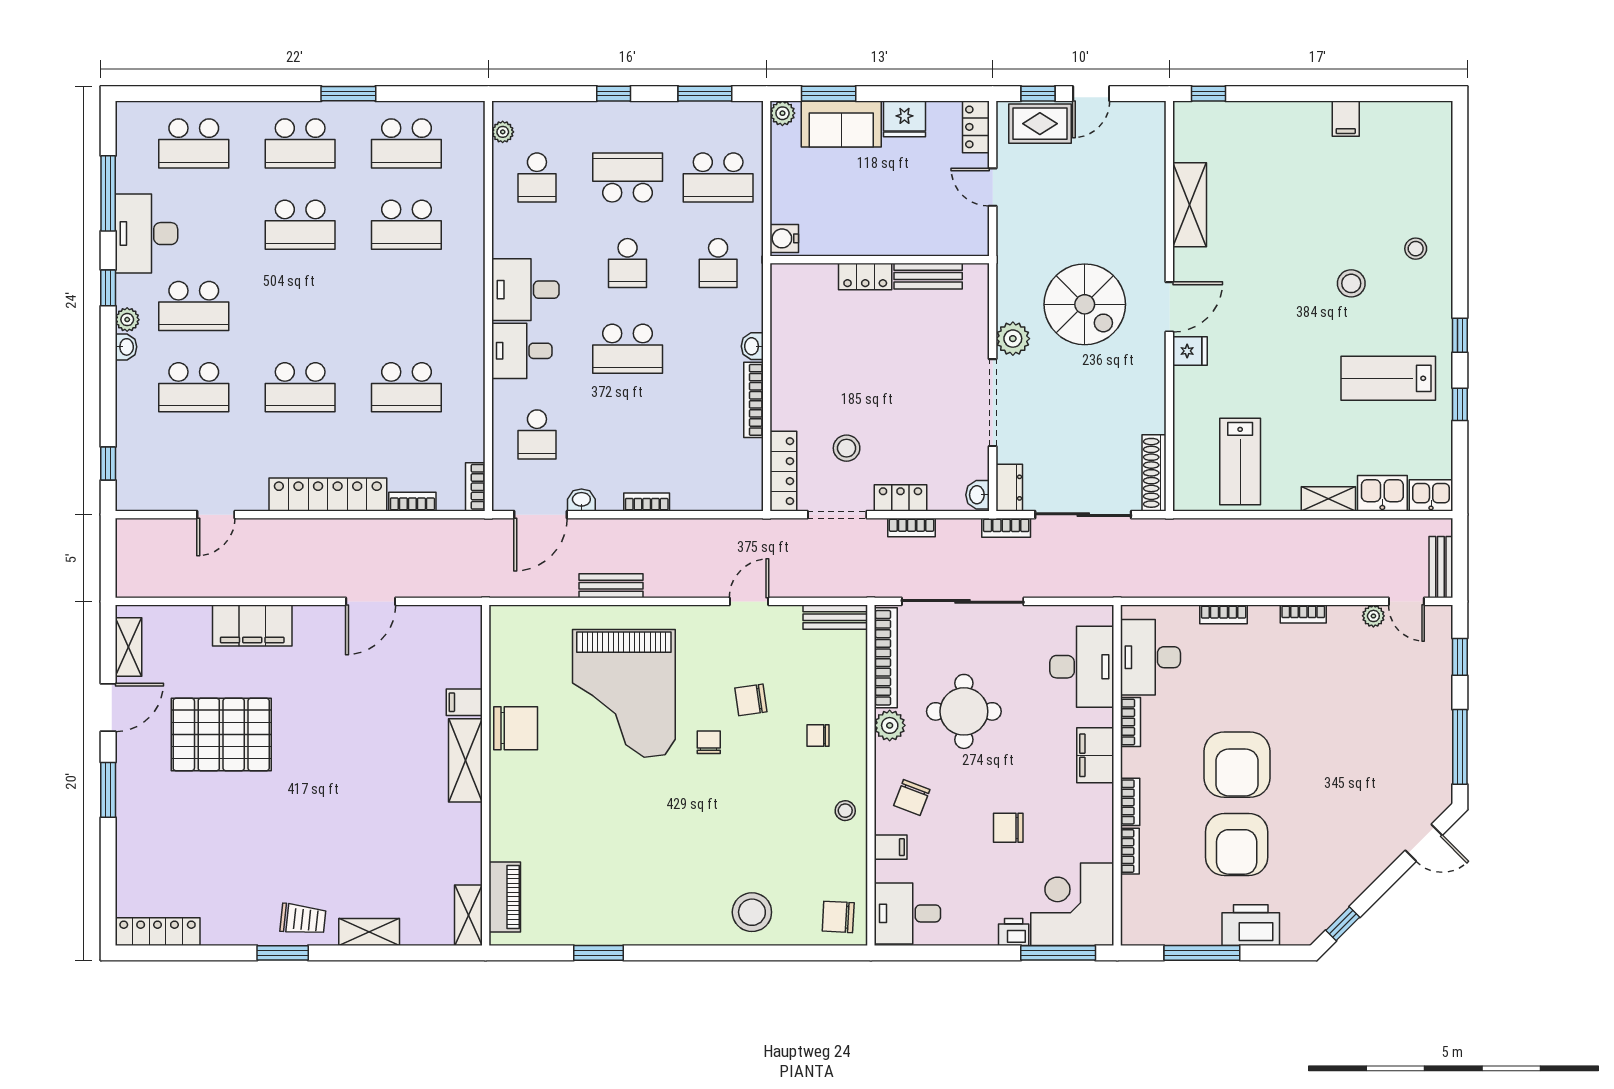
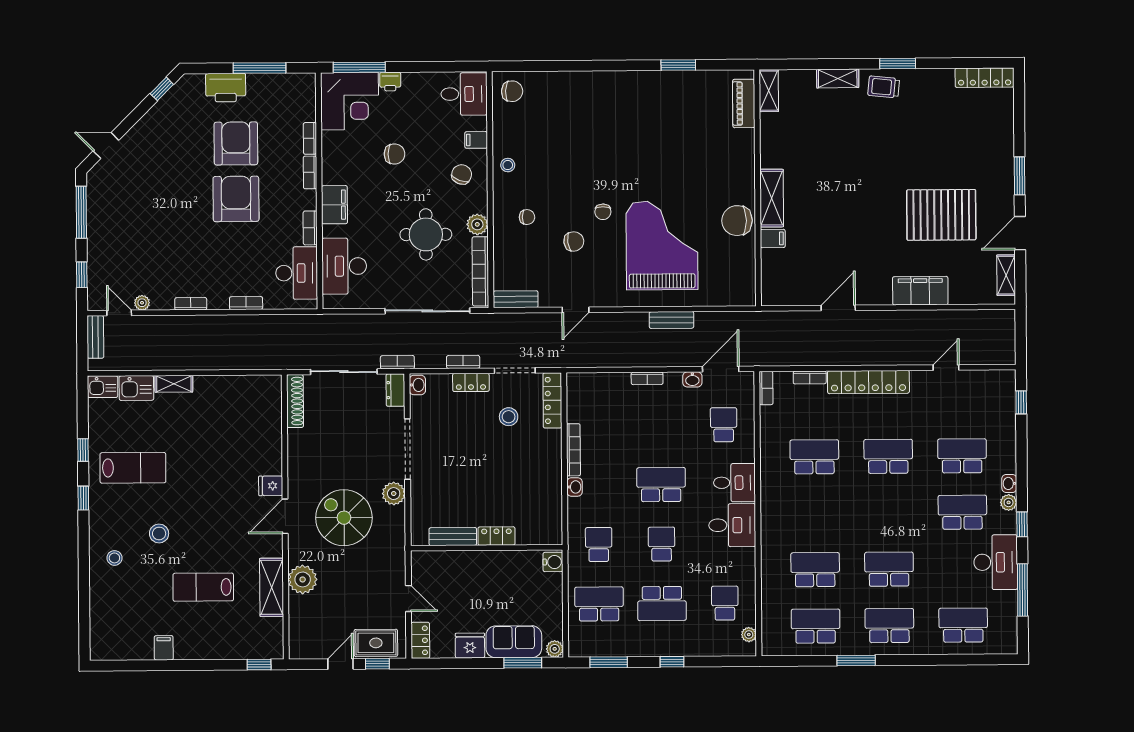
plant: (1145, 216) -> (303, 579), added
lab bench: (1240, 461) -> (203, 587), moved, turned -90
stool: (752, 912) -> (572, 94), removed

